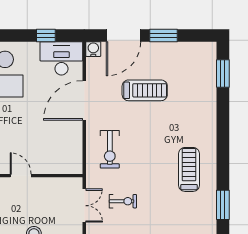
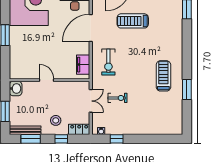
treadmill: (145, 90) -> (133, 21), turned 180
filing cabinet: (73, 153) -> (83, 65), added
window: (223, 205) -> (187, 90), moved

